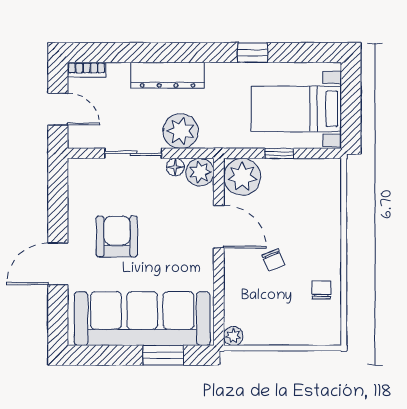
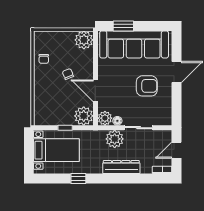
door: (58, 109) -> (177, 150), hinge flipped
armchair: (117, 236) -> (147, 86), turned -90
plant: (233, 336) -> (84, 40), width x1.88, depth x1.88

